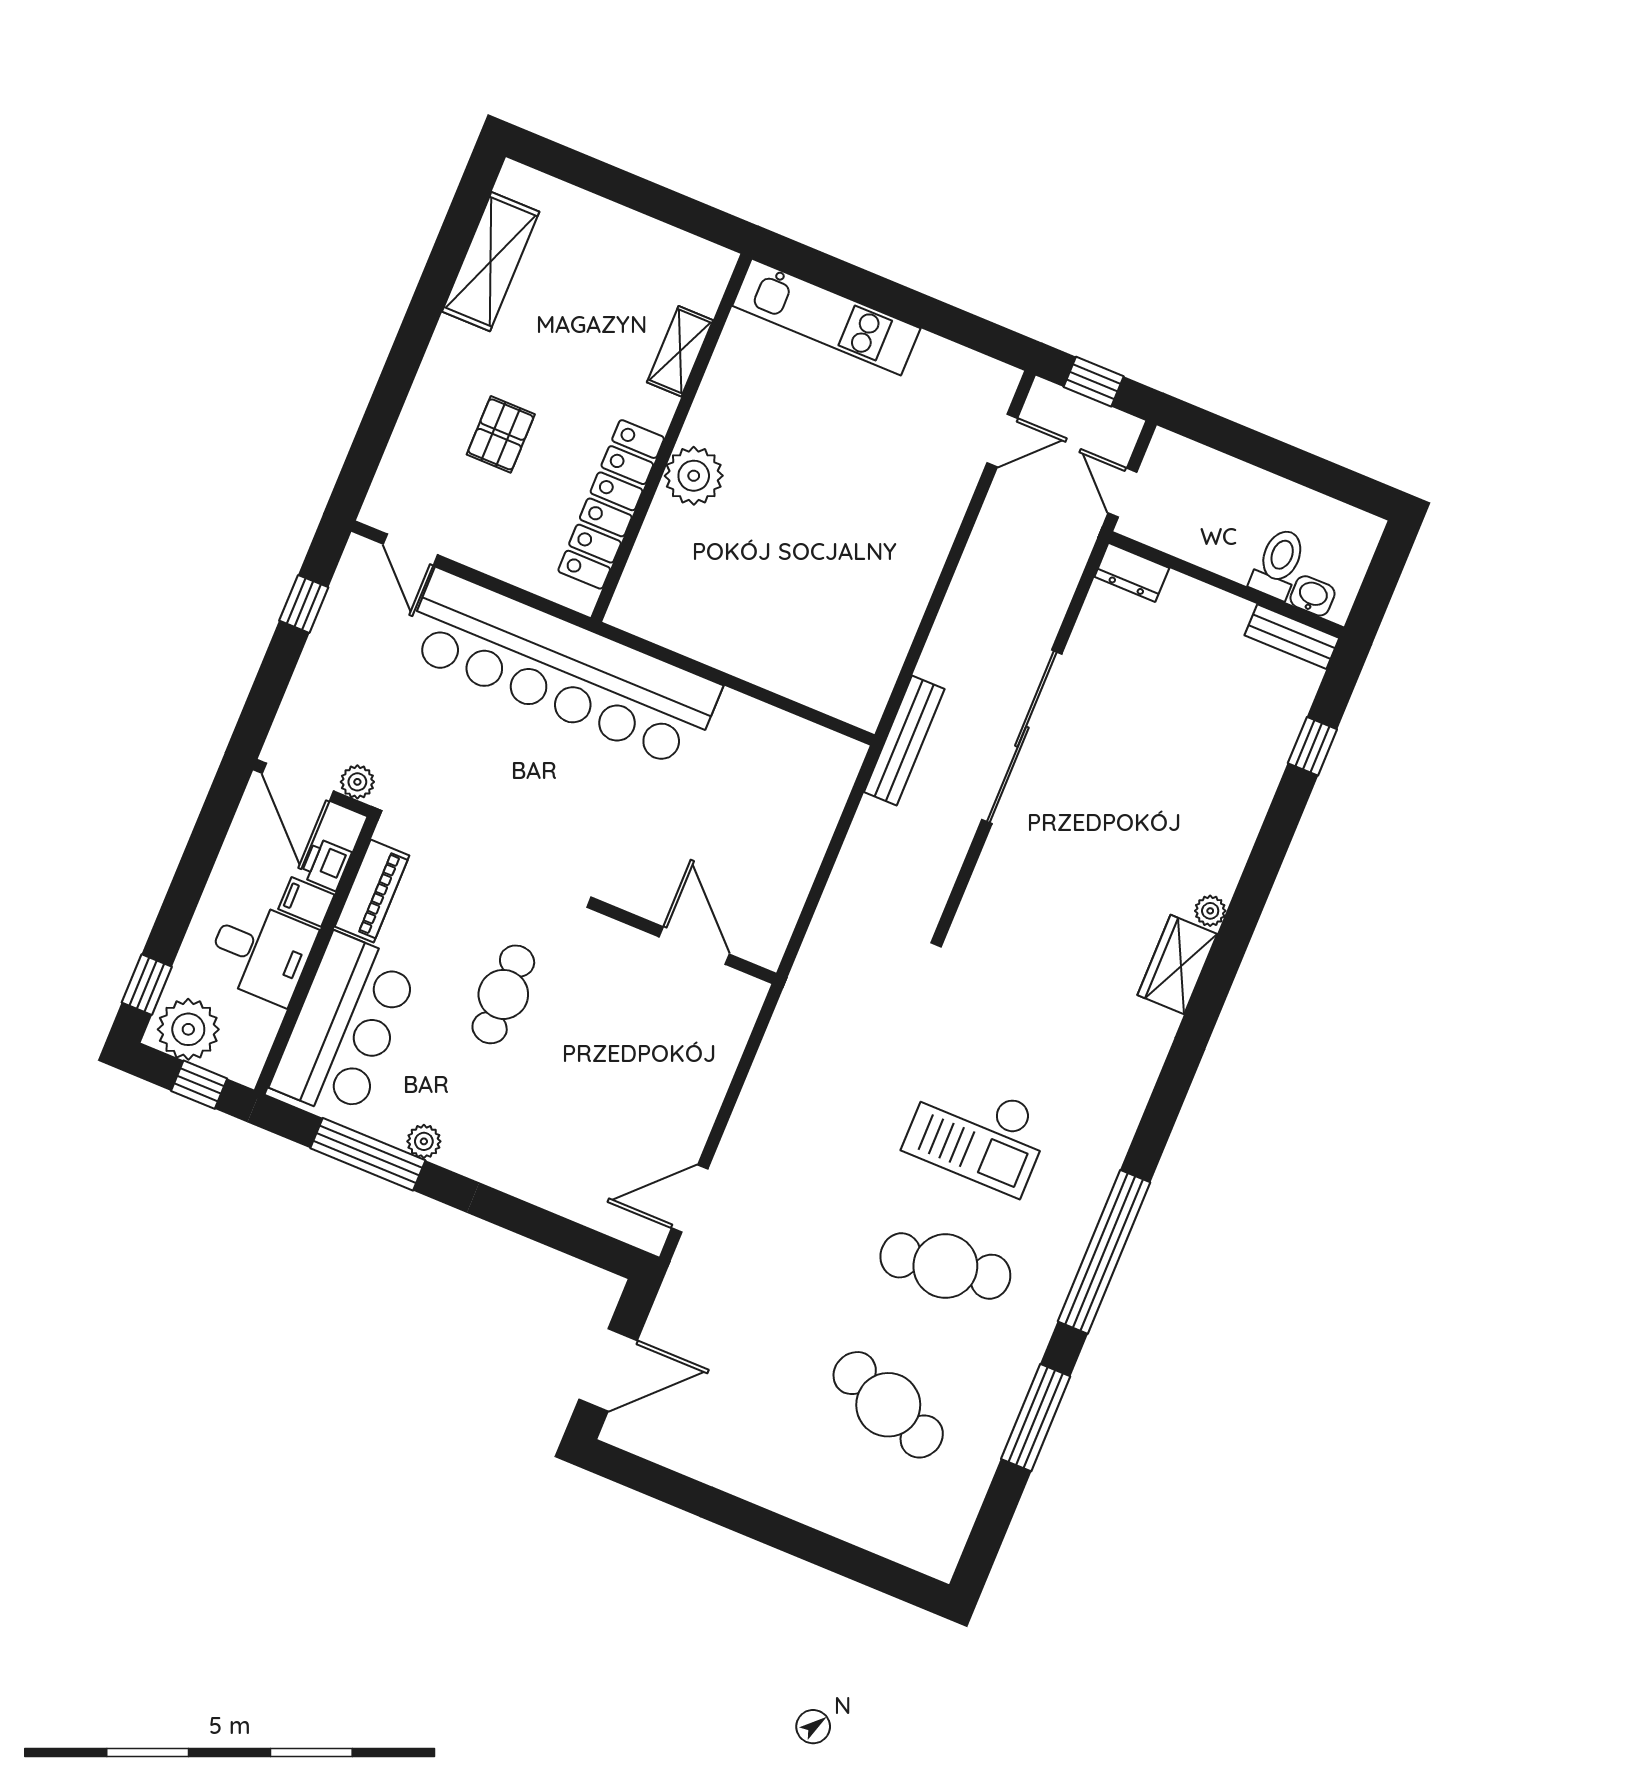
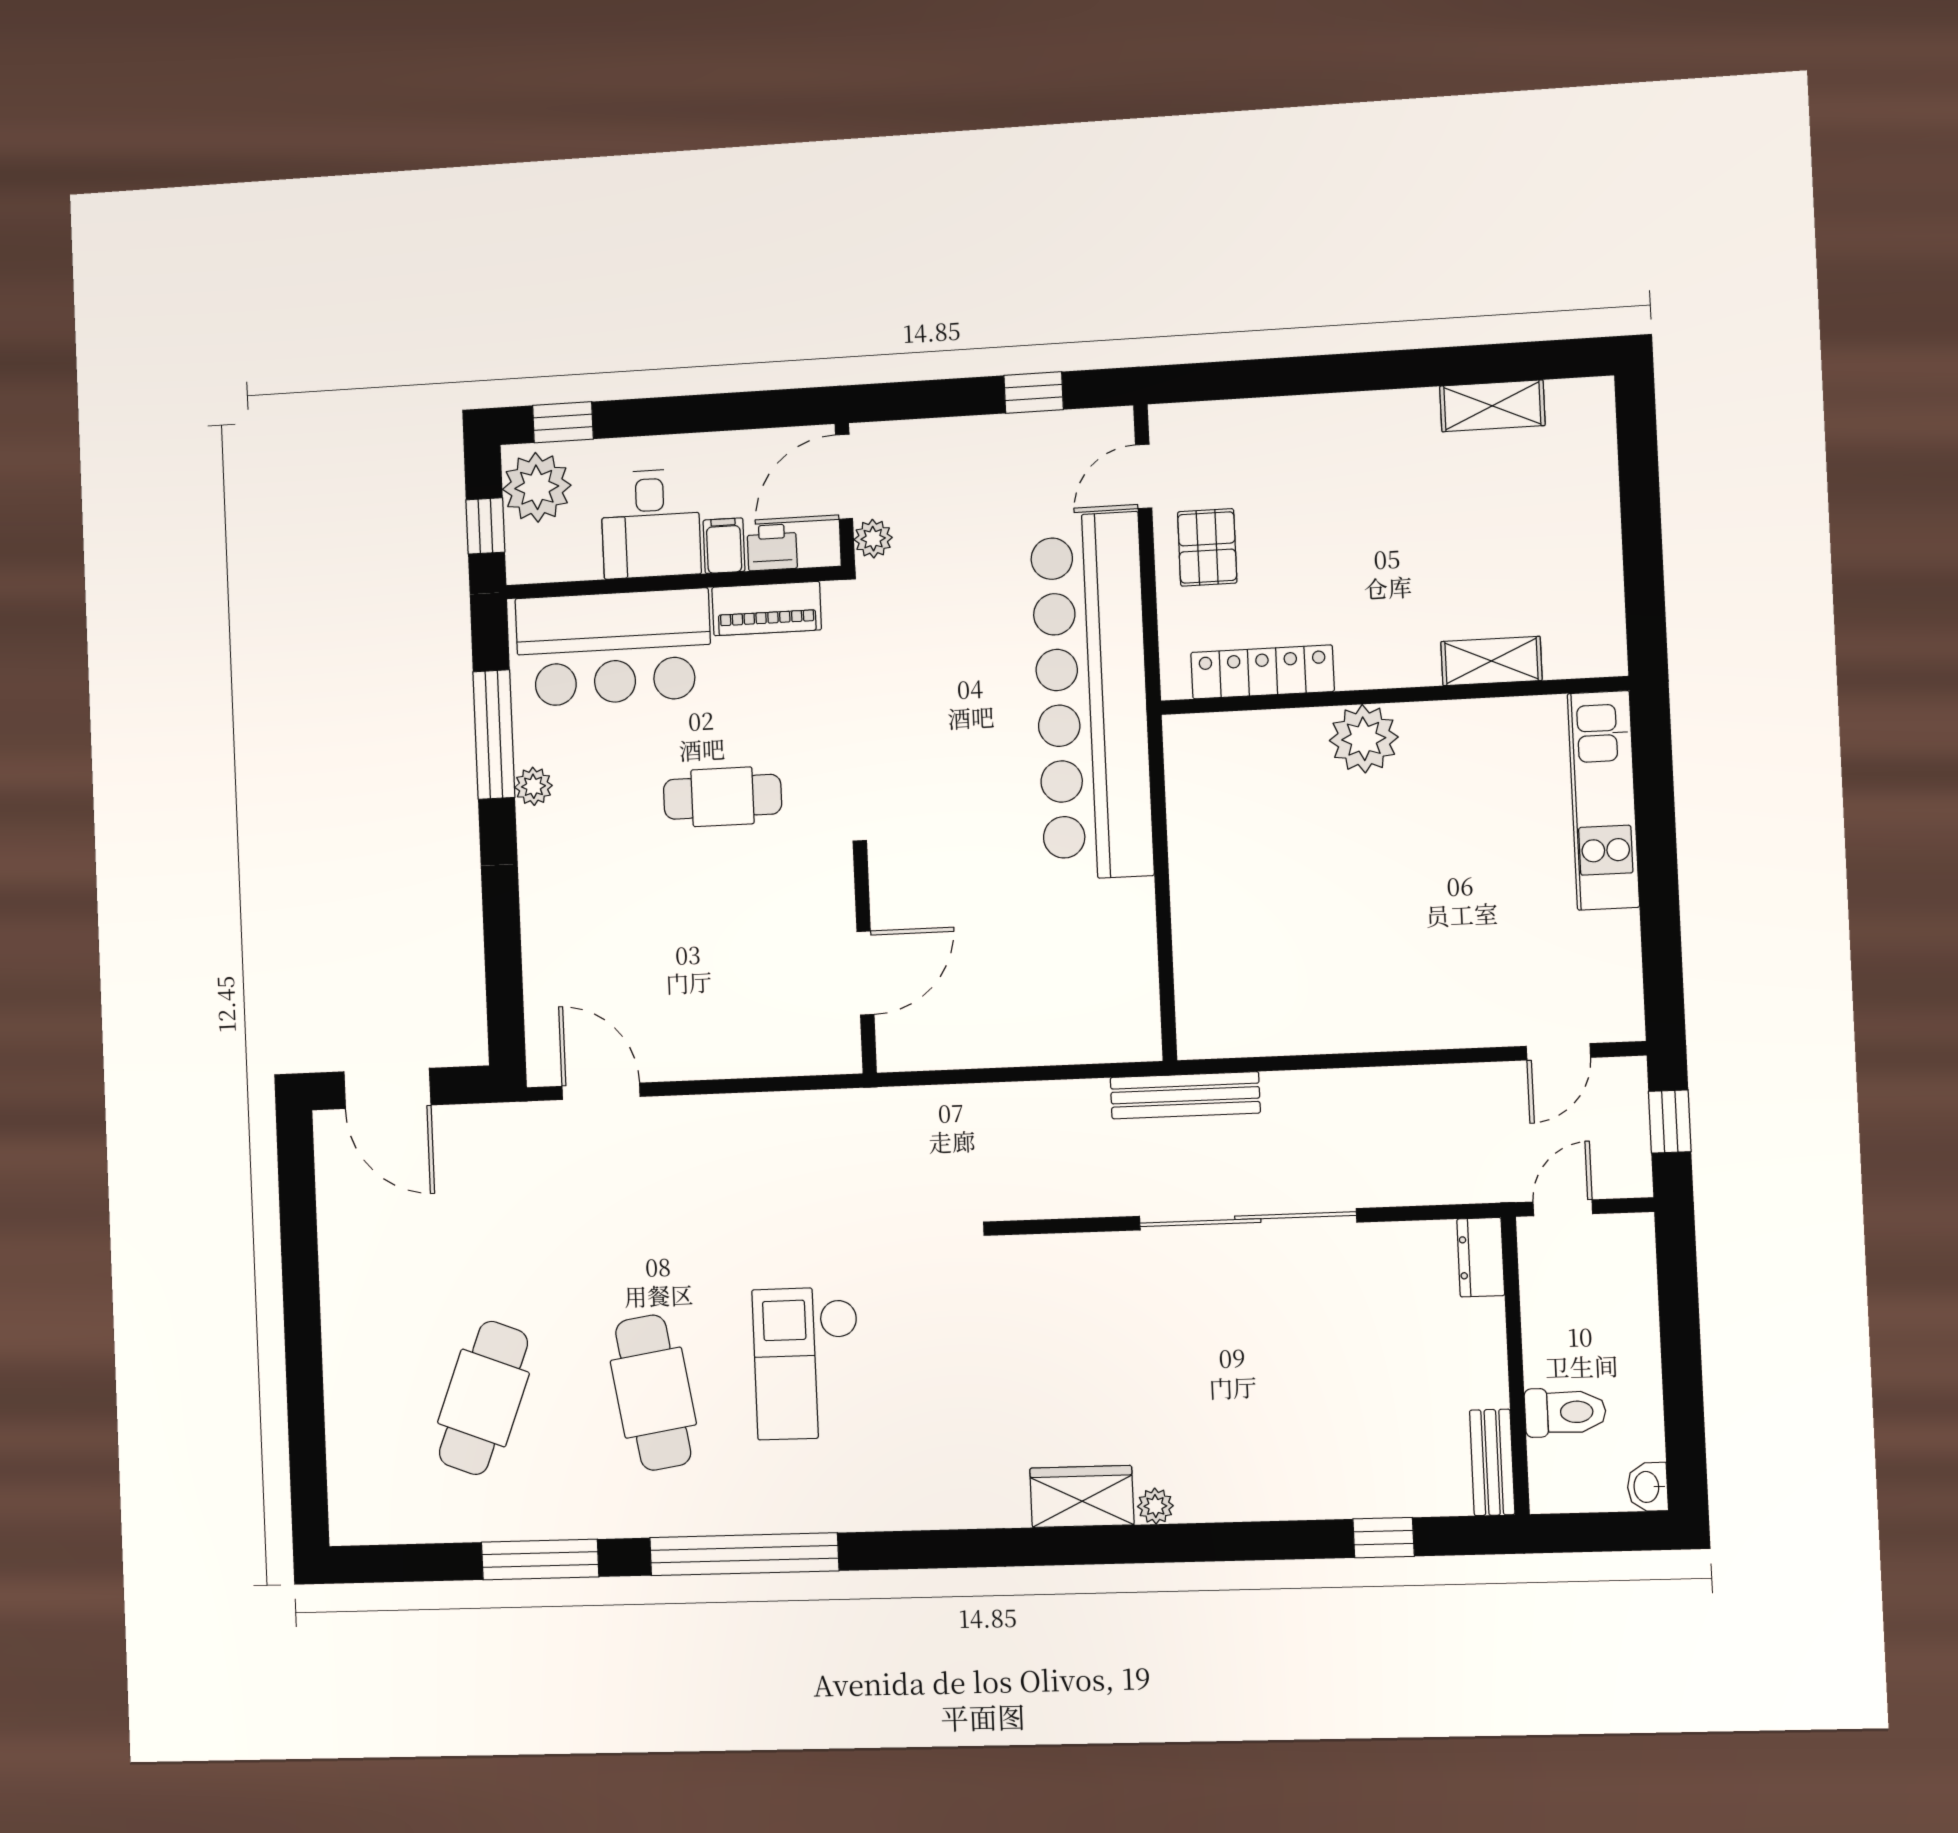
shelving: (491, 262) -> (1492, 406), width x0.67, depth x0.75
pallet: (501, 434) -> (1207, 547), moved, turned 90
door: (1002, 440) -> (1558, 1052), hinge flipped
locker: (611, 504) -> (1262, 672), width x0.71, depth x0.83
washbasin: (1312, 596) -> (1648, 1487), moved, turned 180

